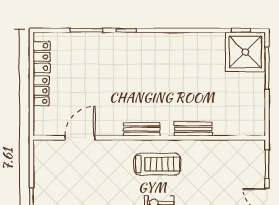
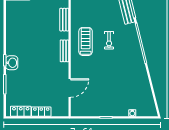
washbasin: (122, 42) -> (12, 63), added
door: (80, 138) -> (70, 88), swing flipped

